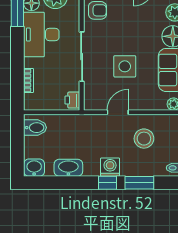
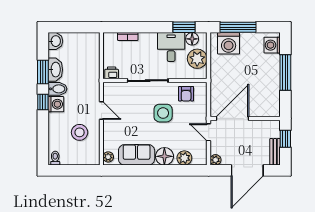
desk: (41, 35) -> (171, 47), width x0.73
side table: (125, 66) -> (163, 113), moved
bidet: (35, 128) -> (57, 89), moved, turned -90
window: (139, 183) -> (43, 72), moved

